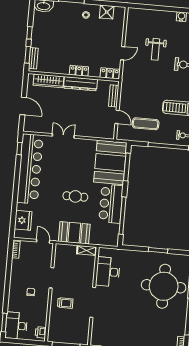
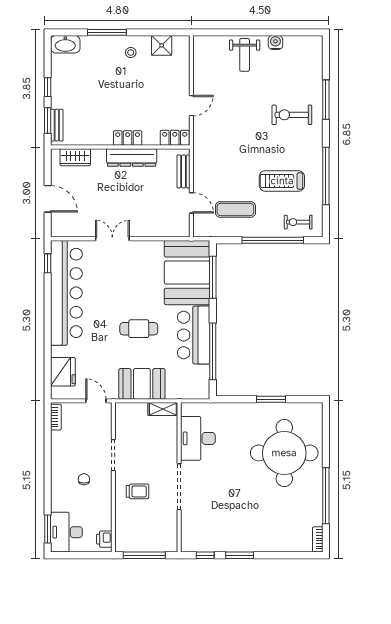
weight bench: (156, 49) -> (245, 55), moved
wardrobe: (48, 81) -> (75, 157), width x0.67

